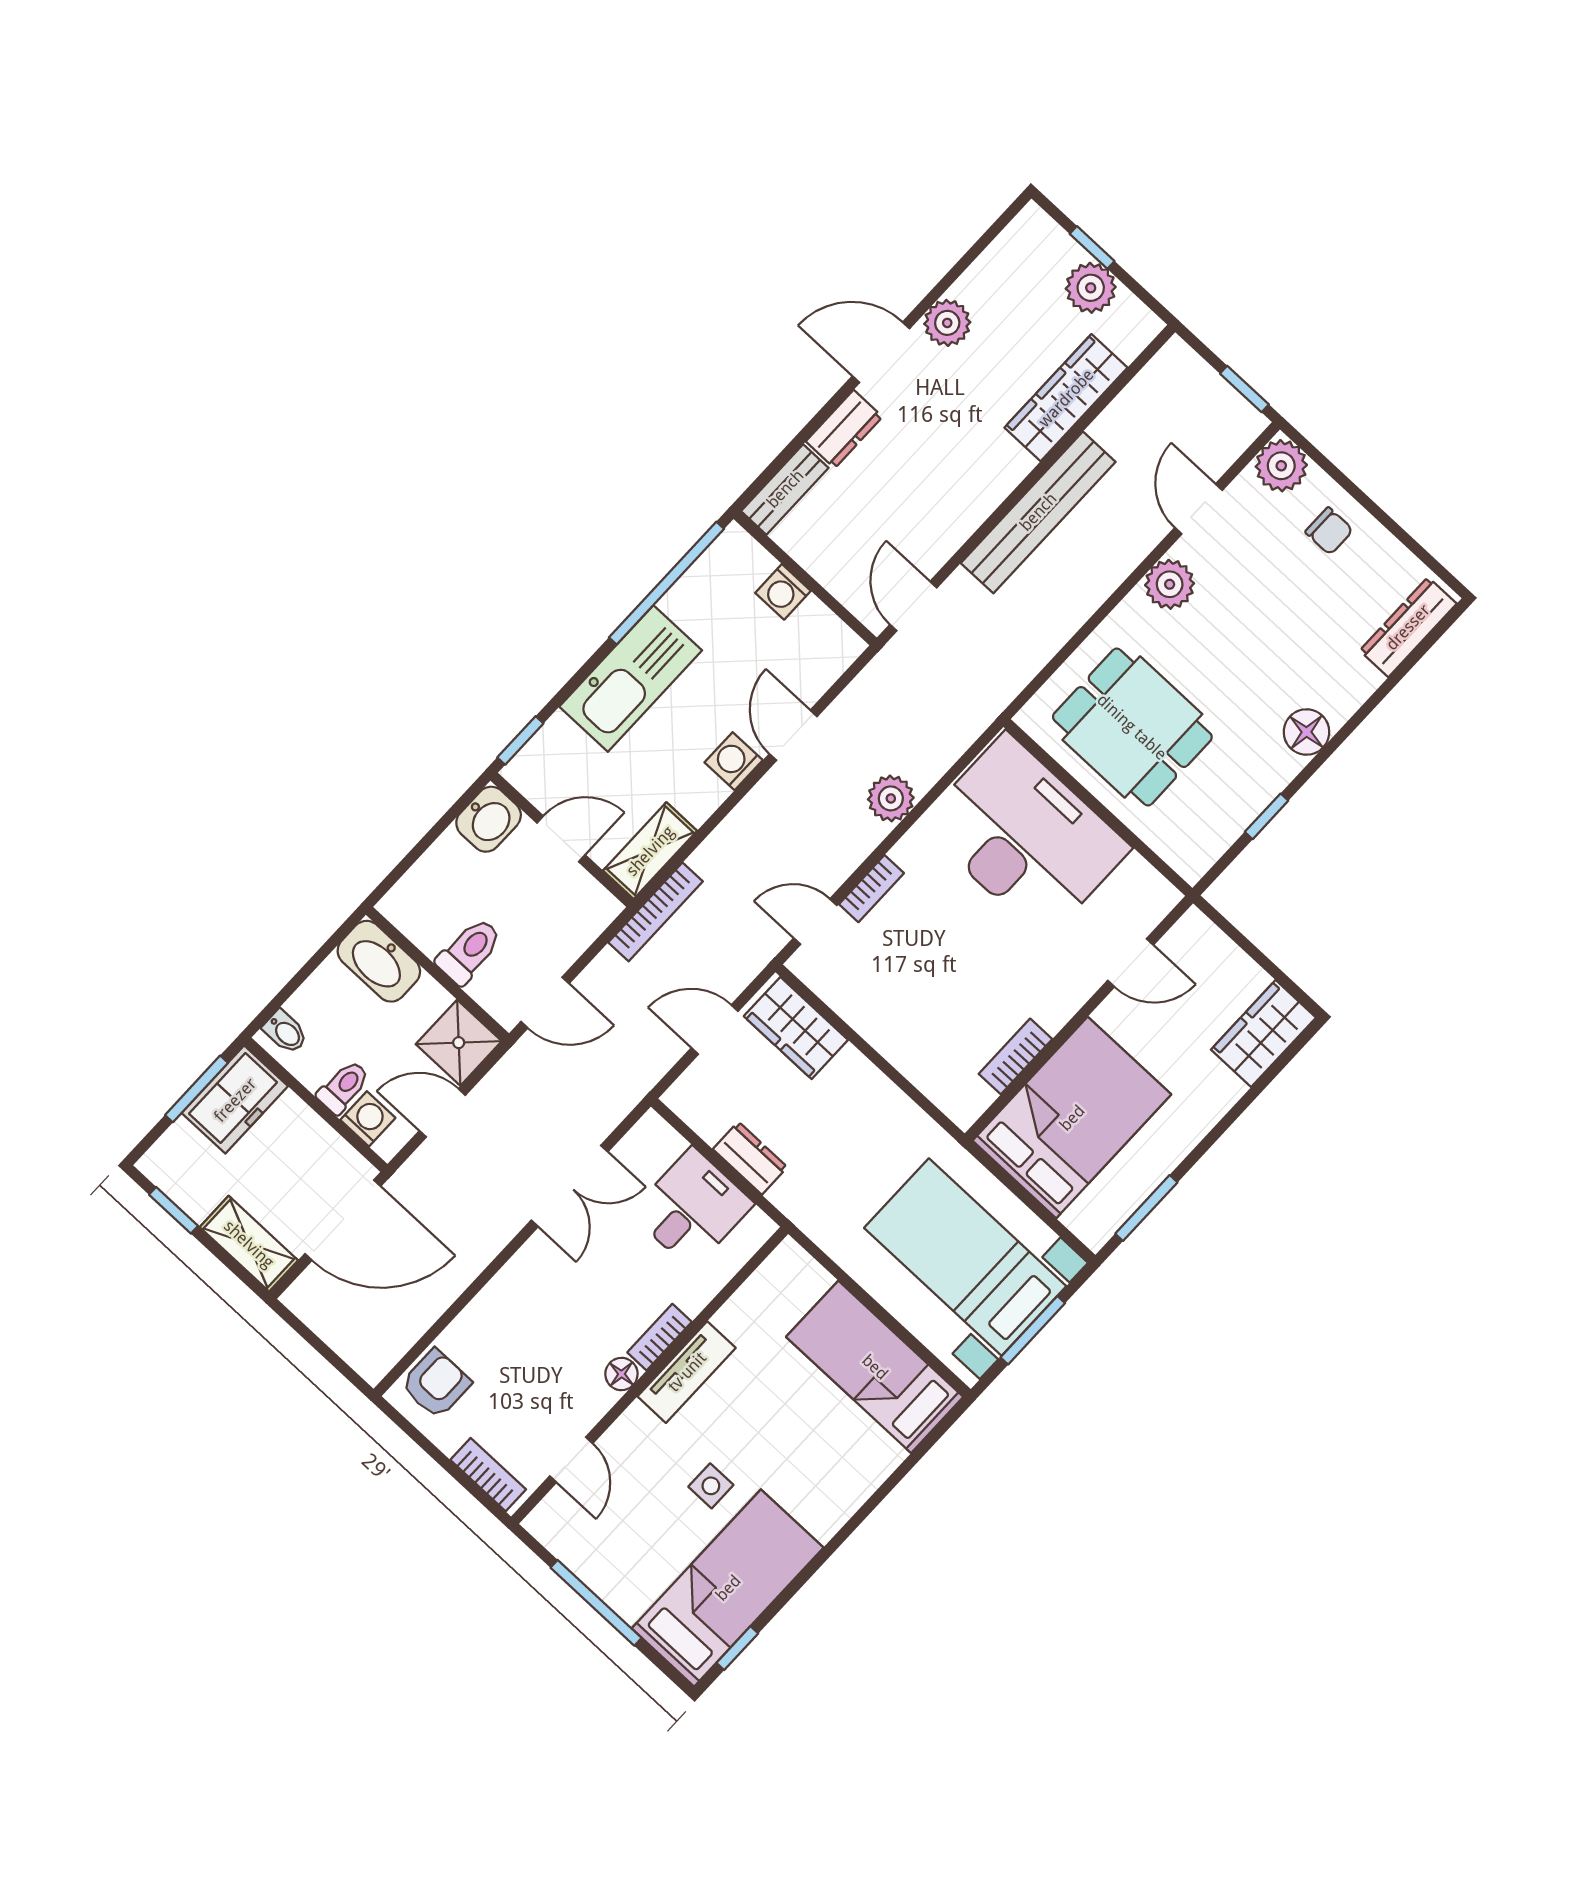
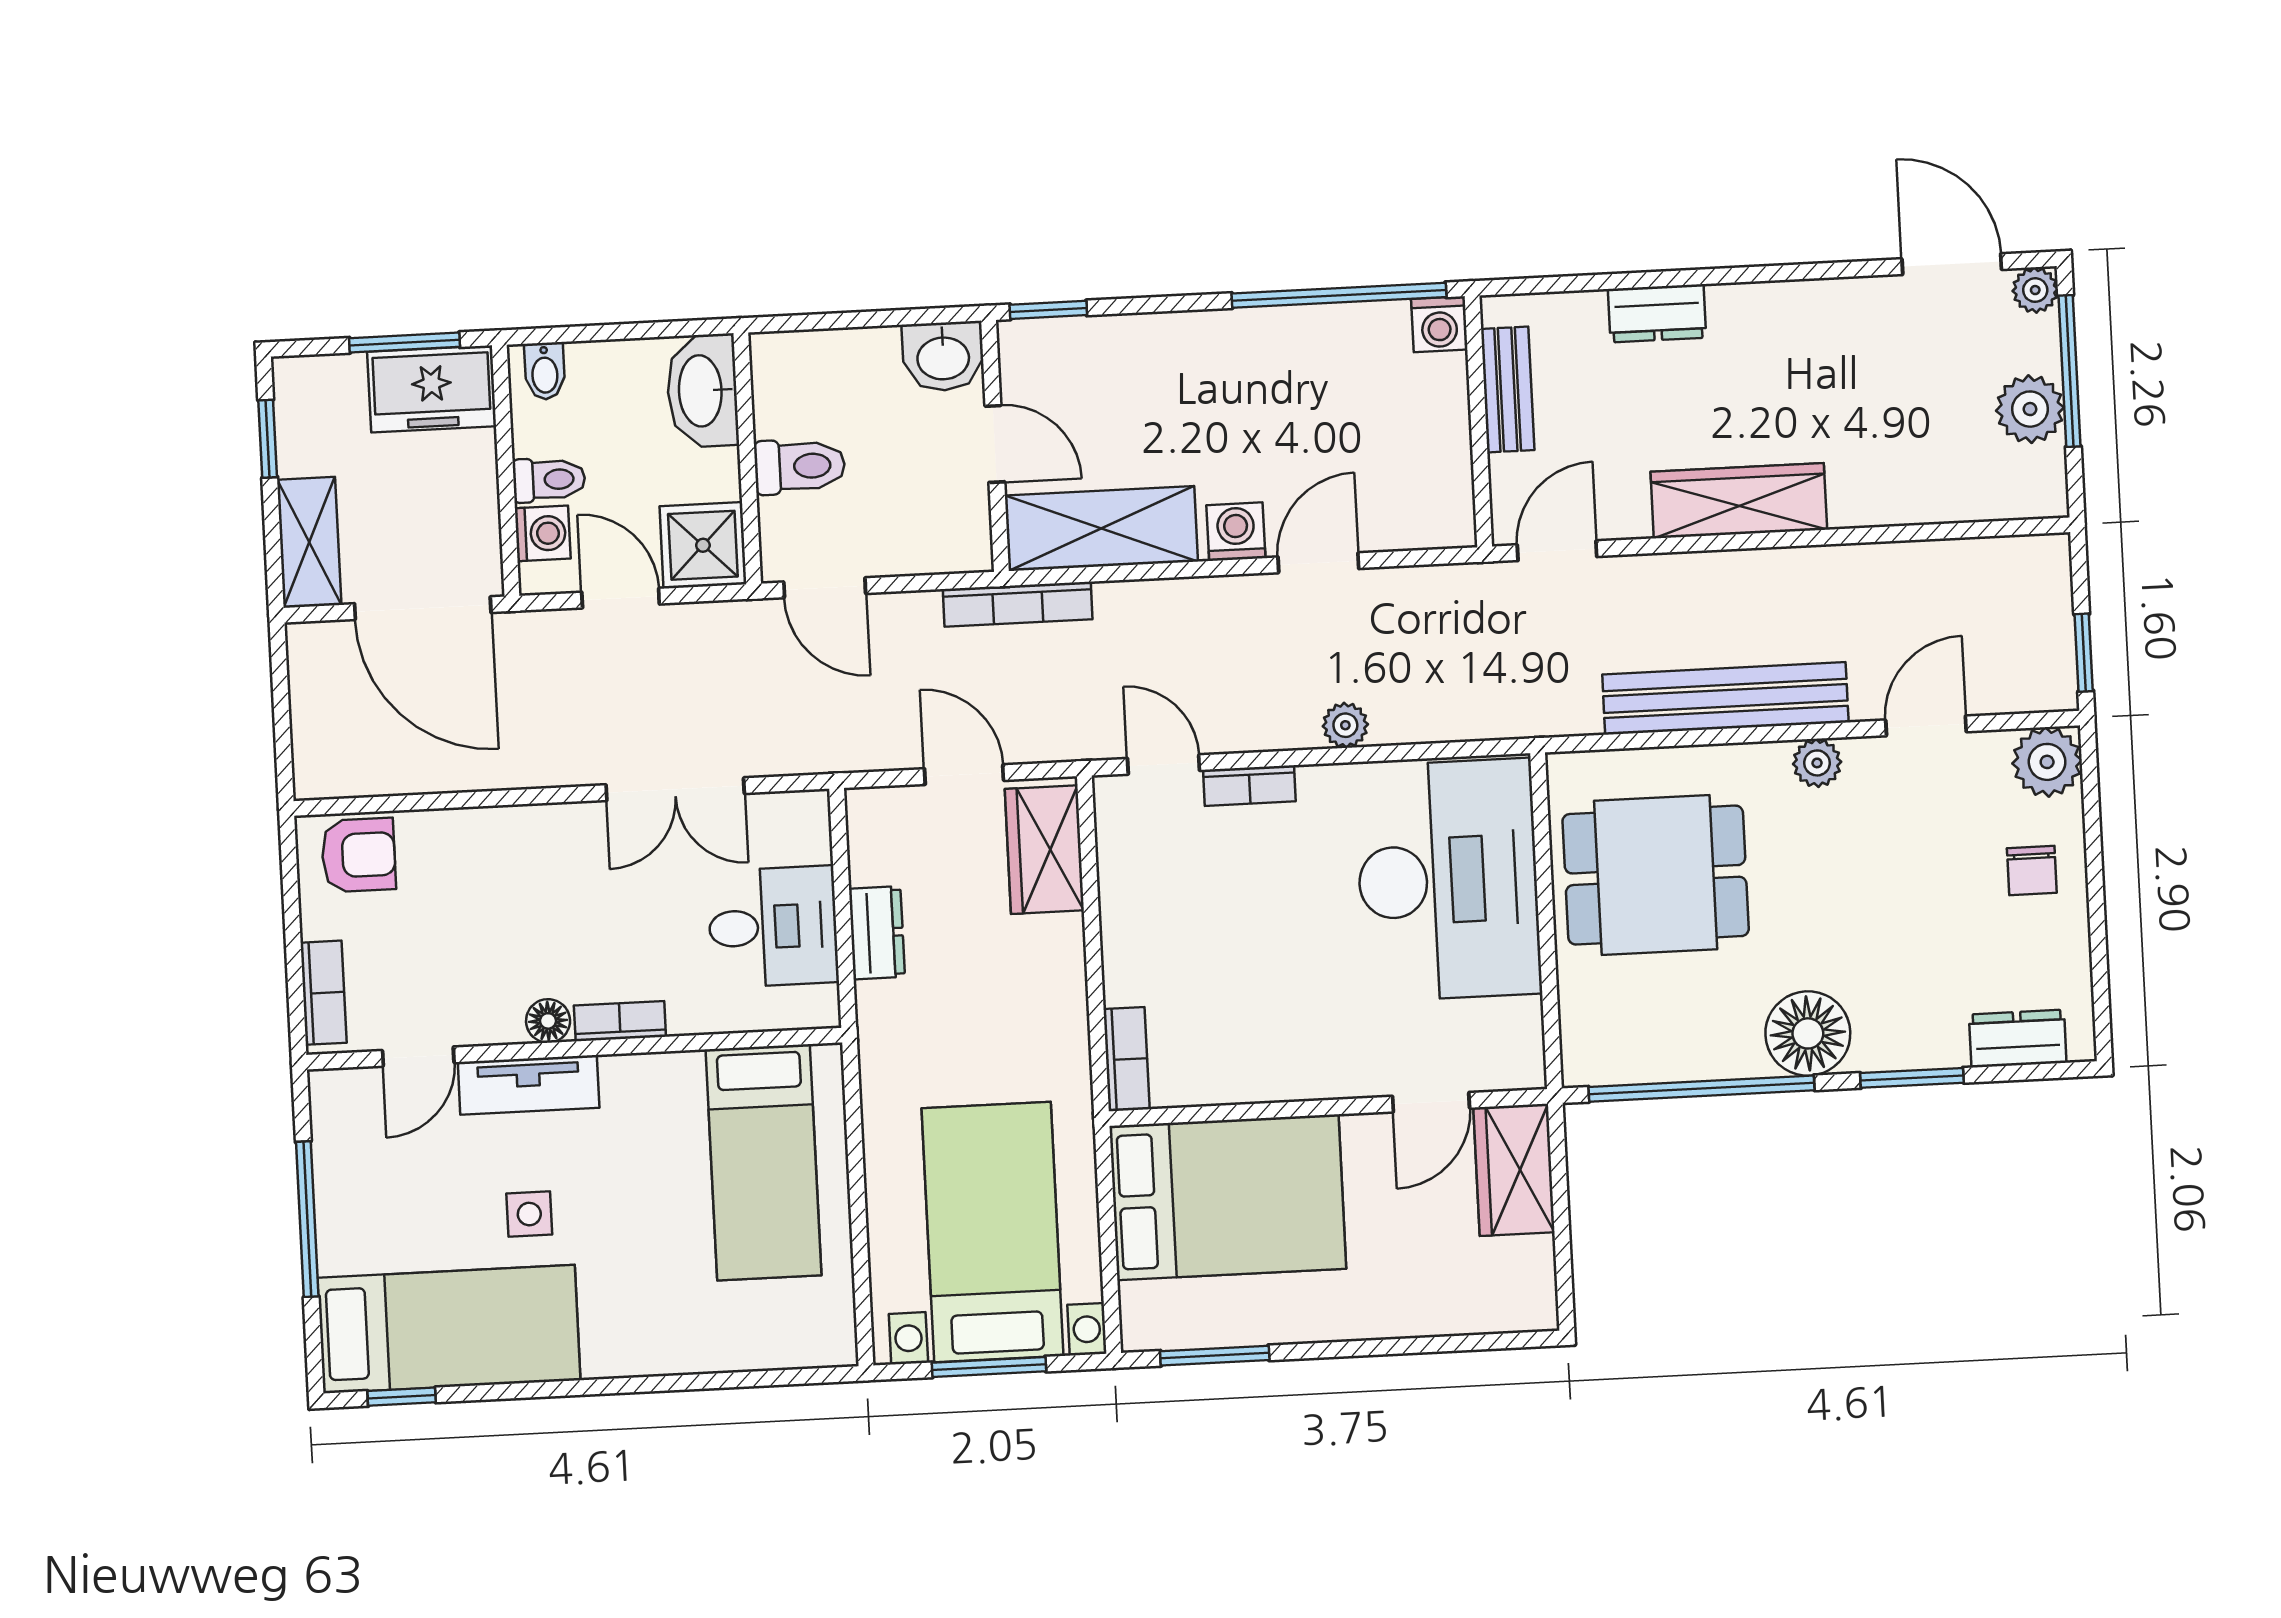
window: (1092, 247) -> (2069, 371), width x2.17
plant: (947, 323) -> (2035, 290), moved, width x0.73, depth x0.73
door: (881, 352) -> (1952, 264), moved
wardrobe: (1066, 398) -> (1739, 501), moved
bench: (785, 489) -> (1508, 390), moved, turned 90
bench: (1038, 512) -> (1725, 698), moved
plant: (1170, 584) -> (1817, 763), width x0.73, depth x0.73
washing machine: (783, 592) -> (1439, 324), moved, turned -90
dresser: (1408, 627) -> (2018, 1039), width x0.70
kitchen sink: (631, 678) -> (1214, 354), removed
window: (1372, 702) -> (1912, 1078), added
dining table: (1132, 727) -> (1656, 875), turned 90
floor lamp: (1307, 732) -> (1808, 1033), width x1.38, depth x1.38
plant: (891, 798) -> (1345, 725), width x0.73, depth x0.73
window: (1267, 816) -> (1701, 1089), width x3.17
shelving: (650, 851) -> (1101, 529), width x1.50, depth x1.33
door: (1130, 963) -> (1431, 1102), hinge flipped
wardrobe: (1263, 1034) -> (1514, 1170), moved, turned -90
bookcase: (1015, 1056) -> (1127, 1059), moved, turned 90
bed: (875, 1367) -> (764, 1162), moved, turned 180
tv unit: (687, 1372) -> (529, 1085), moved

